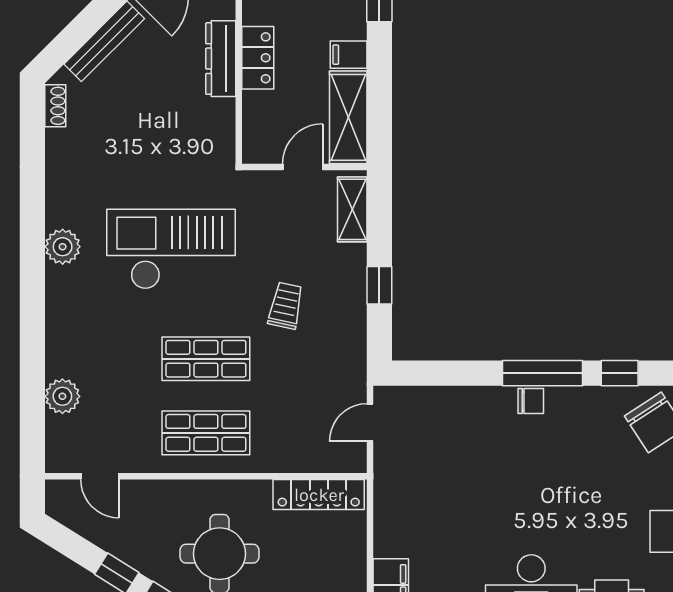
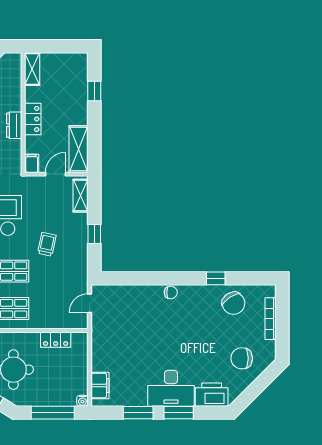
filing cabinet: (349, 55) -> (32, 163), moved, turned 90
dresser: (221, 59) -> (14, 125), width x0.70
window: (542, 373) -> (177, 278), removed
locker: (319, 495) -> (56, 340), width x0.66

